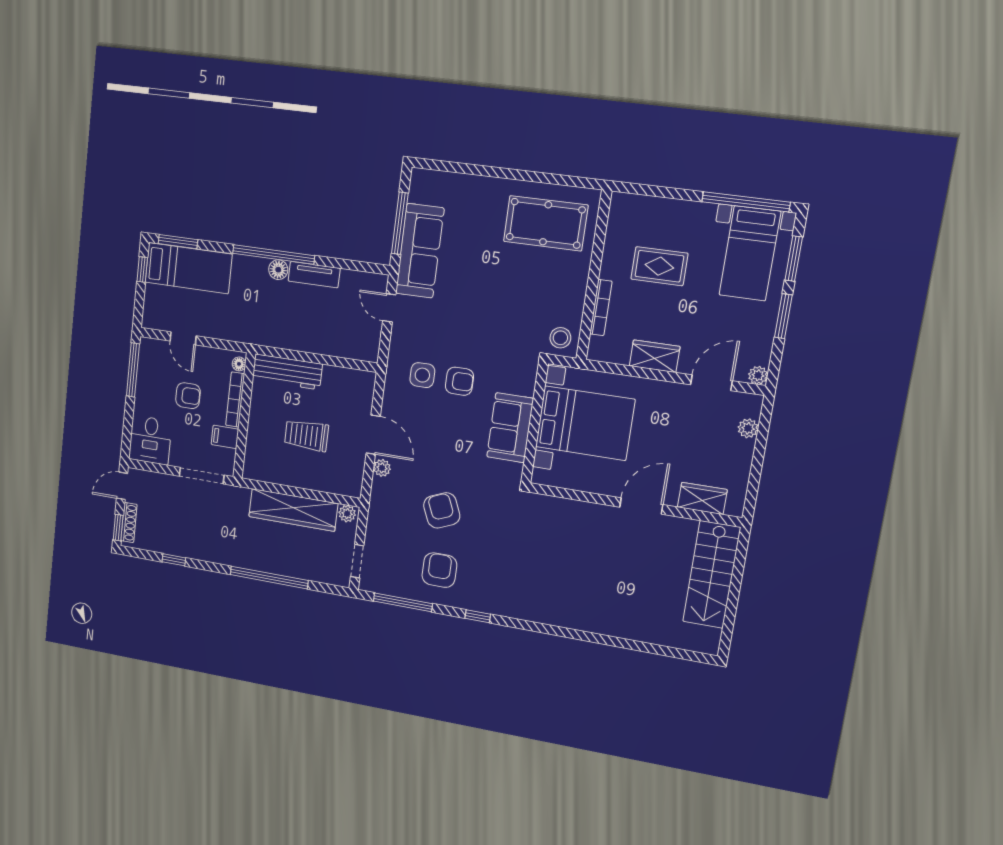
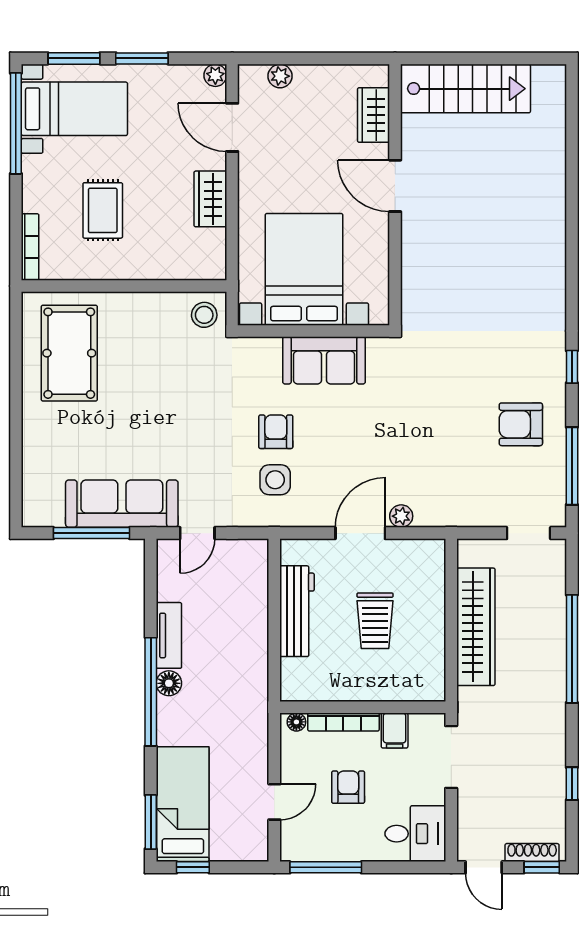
bookcase: (601, 308) -> (30, 247), moved, turned 90
workbench: (287, 372) -> (297, 611), moved
armchair: (442, 510) -> (443, 432), removed
plant: (347, 514) -> (468, 554), removed

